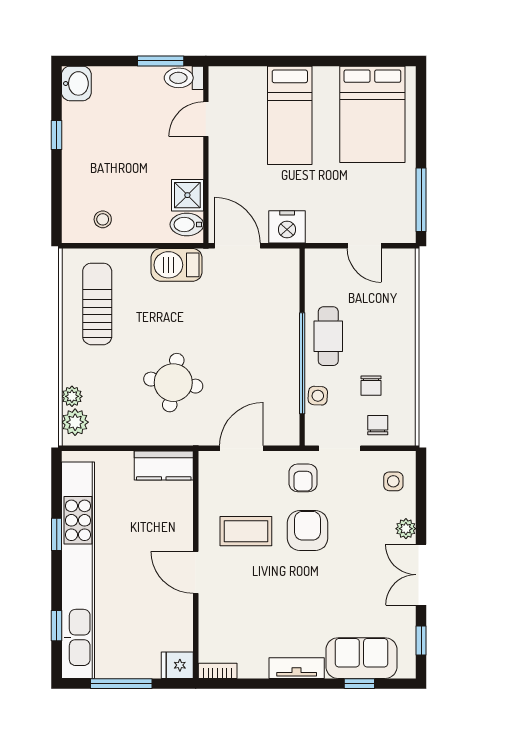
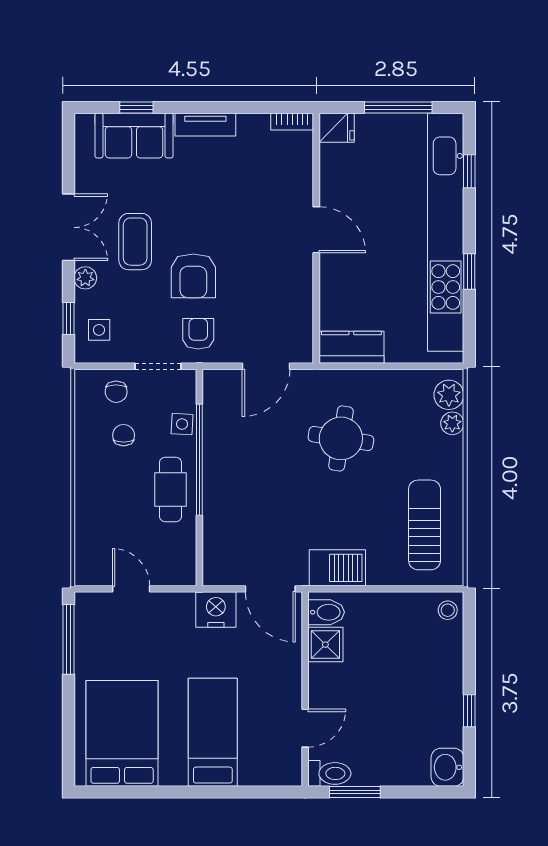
stool: (103, 219) -> (448, 610), moved
sun lounger: (97, 304) -> (425, 525), turned 180
coffee table: (246, 531) -> (135, 242), moved, turned 90
window: (421, 641) -> (69, 318), moved

